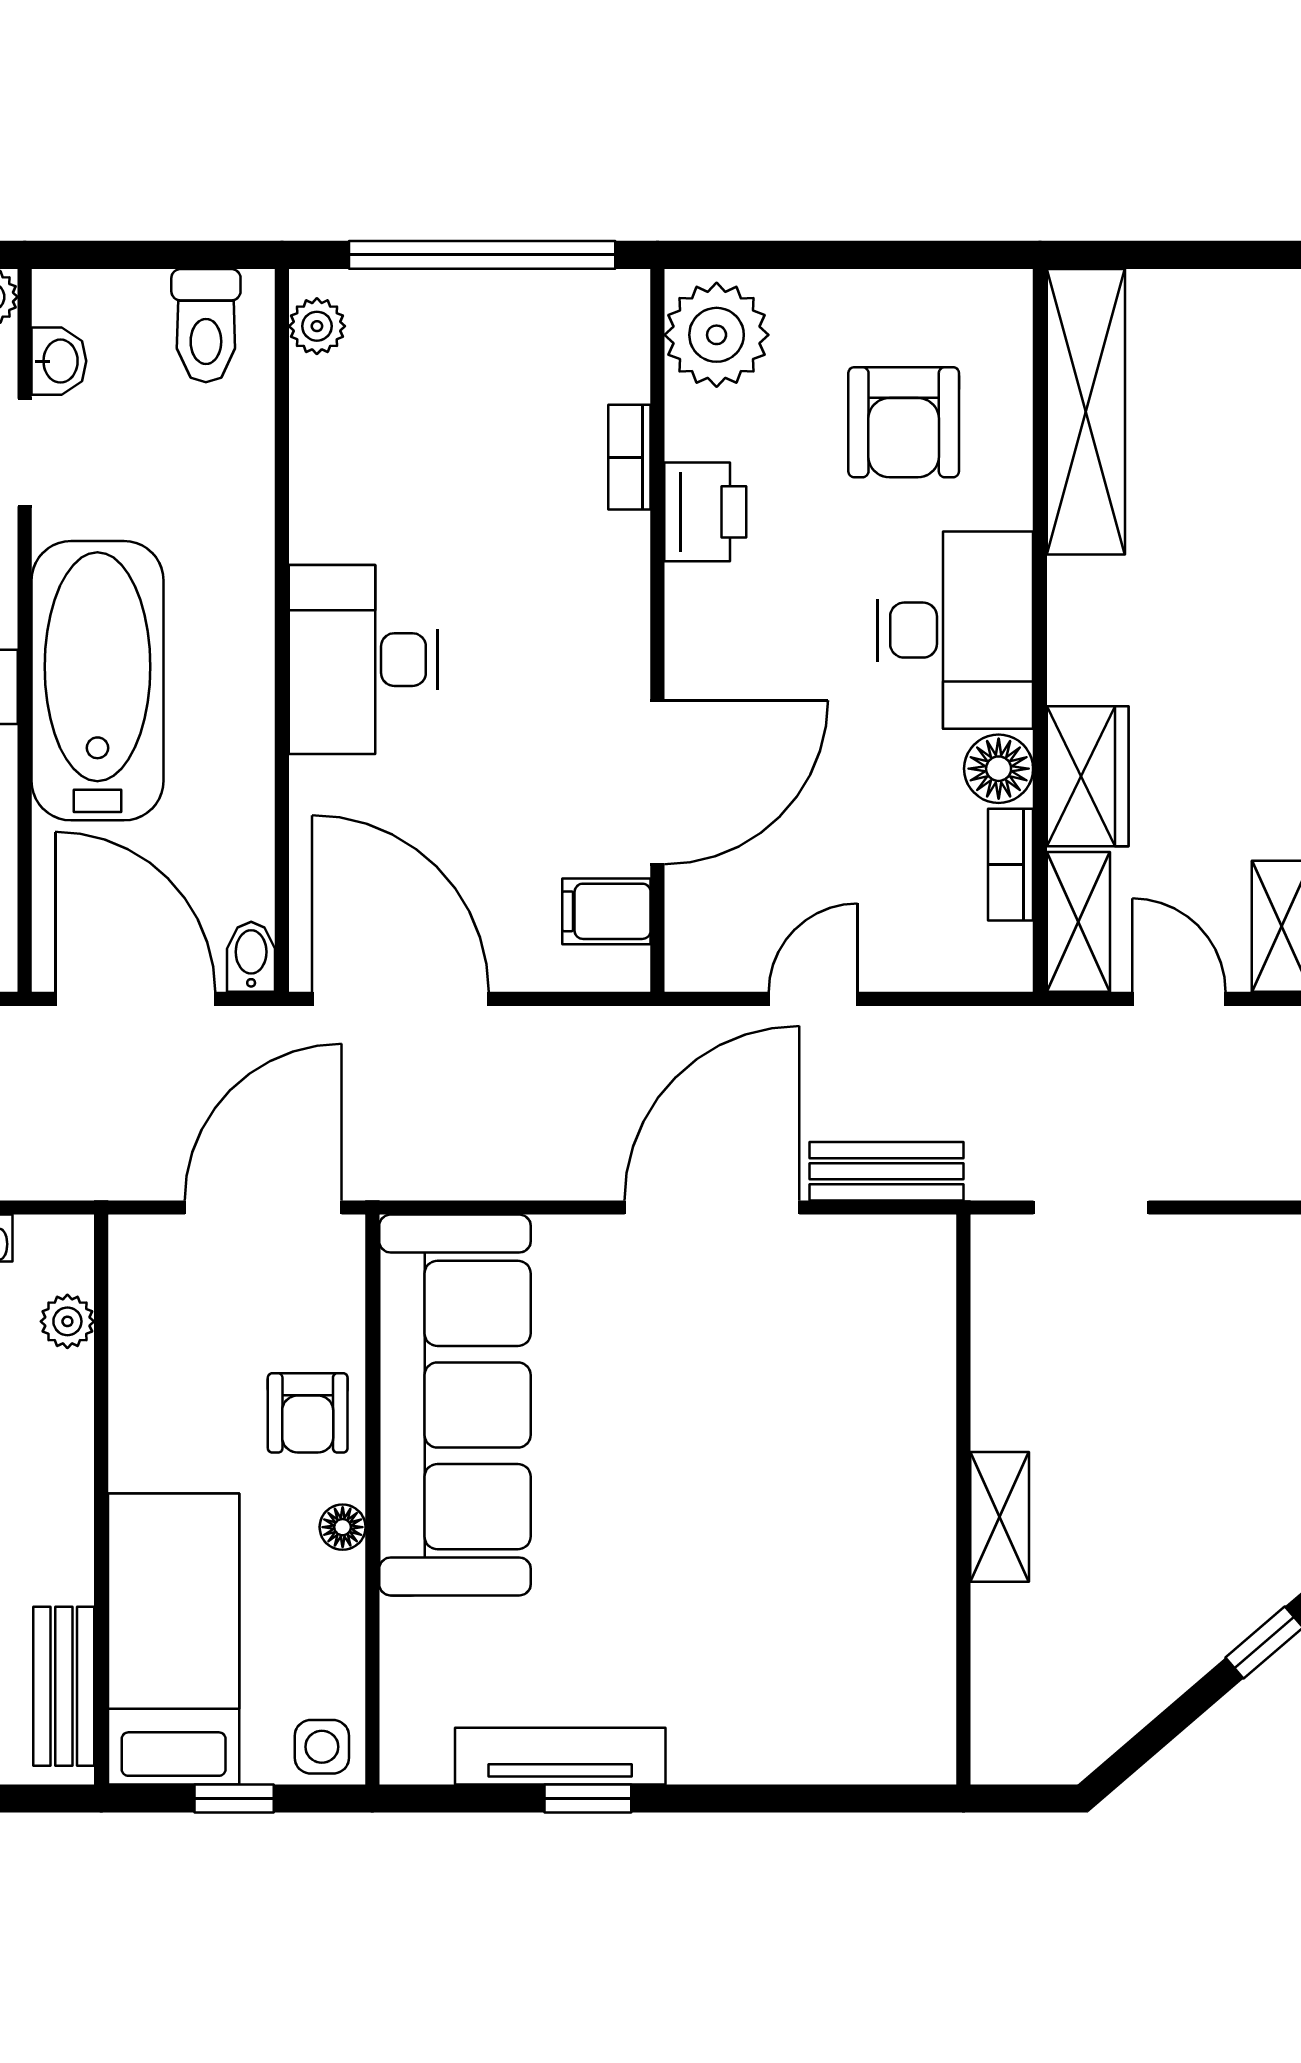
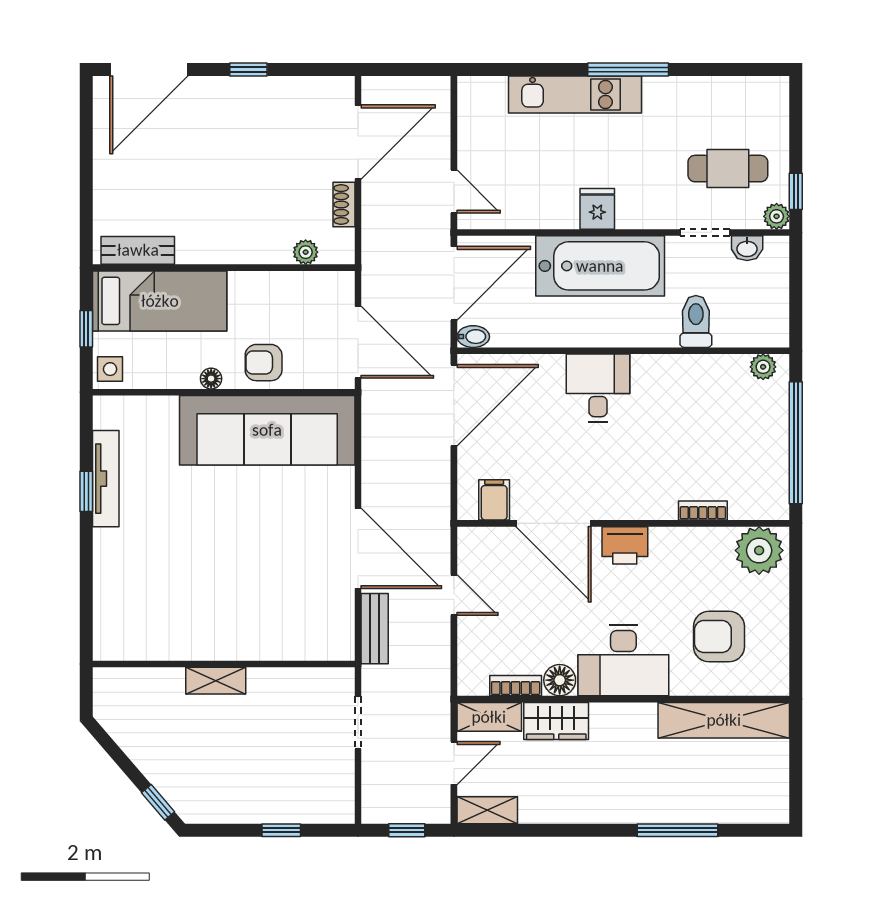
toilet: (206, 326) -> (696, 321), moved, turned 90
printer: (705, 512) -> (625, 545), moved
desk: (363, 660) -> (598, 388), width x0.73

